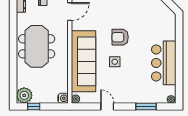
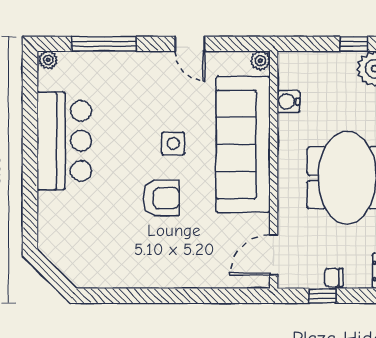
water cooler: (63, 98) -> (288, 102), moved
window: (146, 107) -> (104, 44), width x1.44

